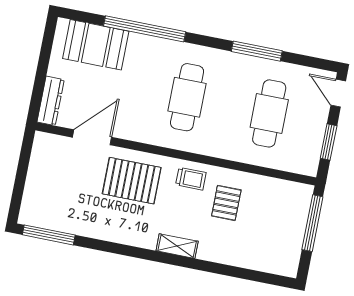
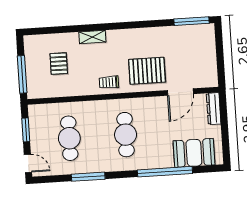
pallet: (226, 203) -> (59, 64), moved
shelving: (177, 246) -> (92, 37), moved

